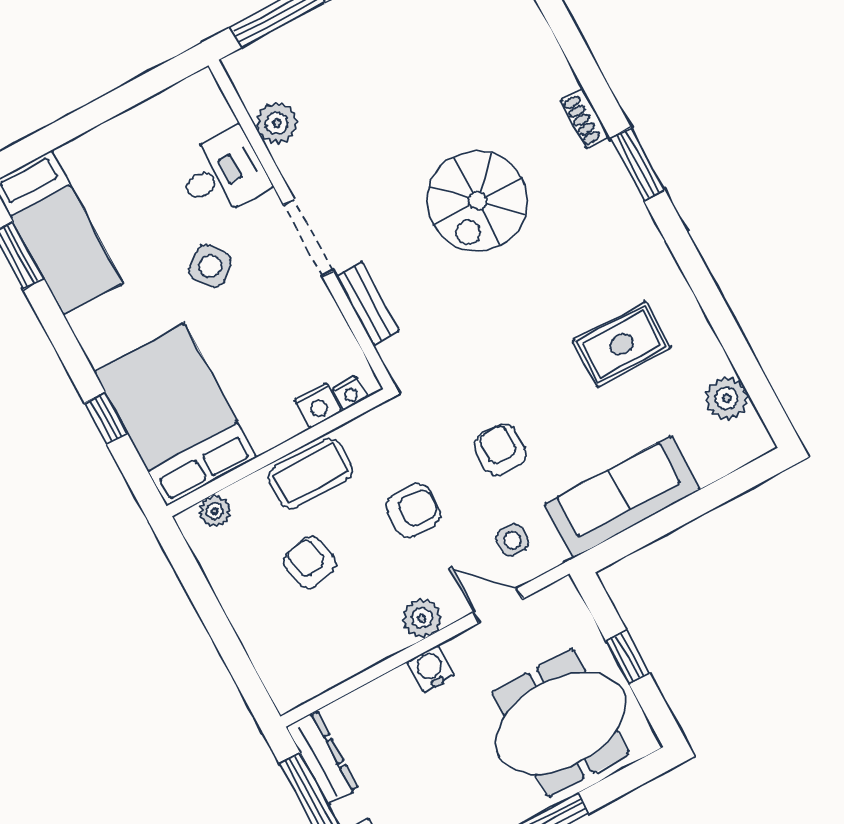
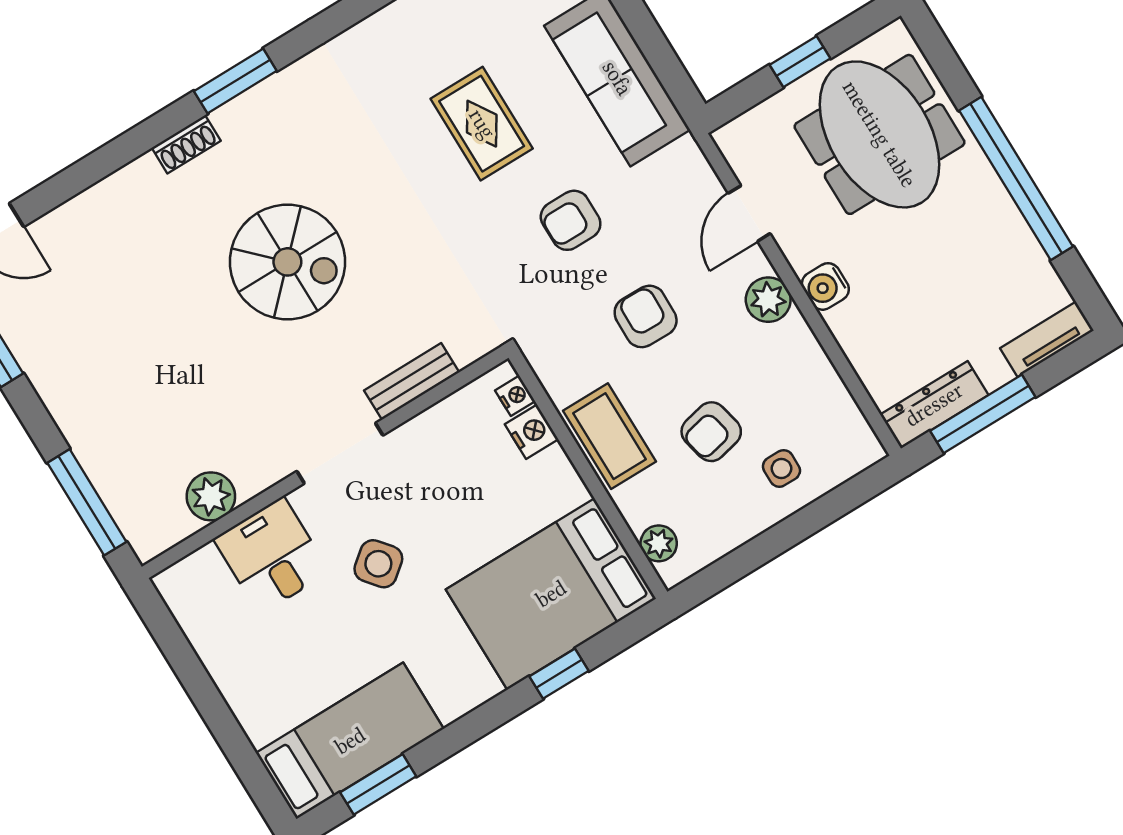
rug: (622, 344) -> (482, 124), moved
side table: (512, 540) -> (781, 468), moved

